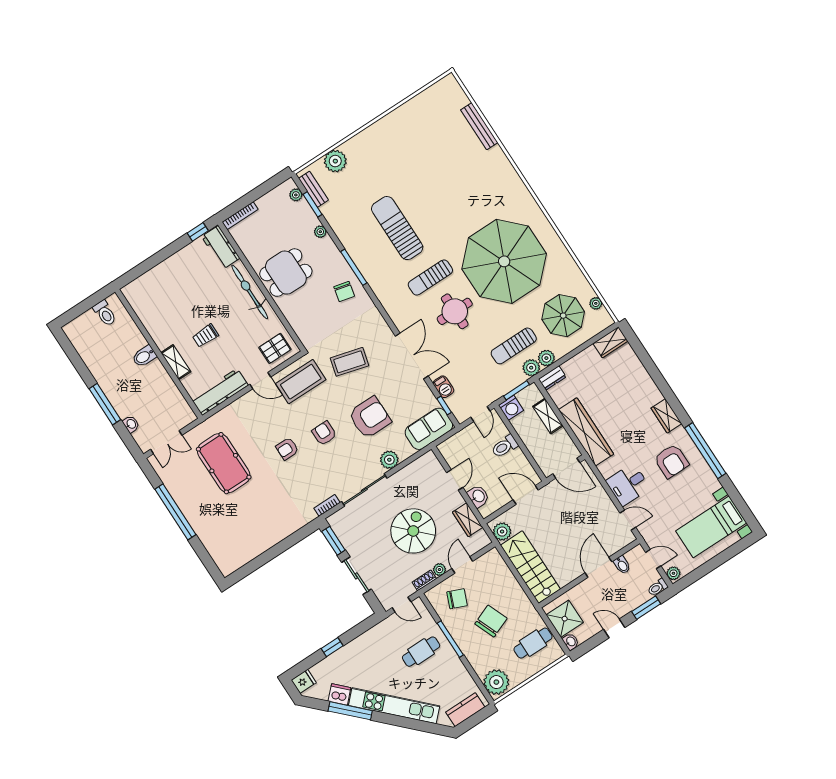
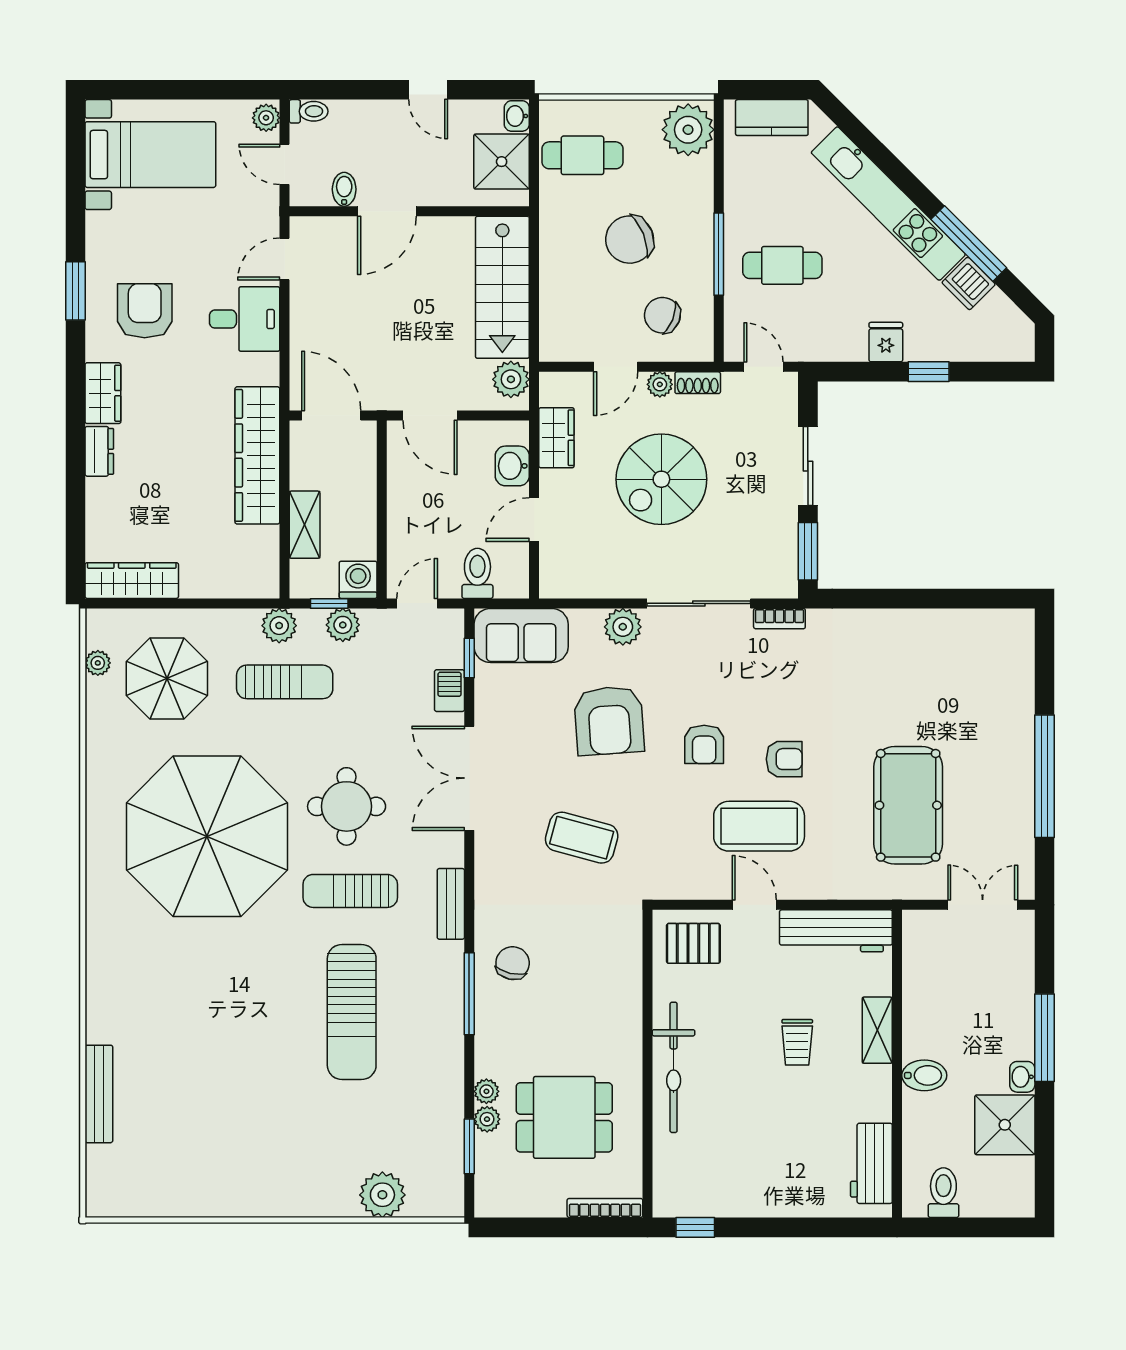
bench: (313, 189) -> (451, 904), moved
plant: (296, 195) -> (487, 1119), moved
workbench: (221, 247) -> (871, 1163), moved, turned 180
dining table: (286, 273) -> (564, 1117), moved
sun lounger: (430, 278) -> (350, 891), turned 180
trolley: (206, 336) -> (797, 1042), turned 90
wardrobe: (610, 342) -> (132, 581), width x1.50
shower: (98, 358) -> (1005, 1125), added
plant: (546, 358) -> (343, 625), moved
dresser: (552, 378) -> (99, 451), moved, turned 90
coffee table: (301, 382) -> (759, 826), moved
window: (516, 390) -> (329, 603), width x0.67
armchair: (370, 417) -> (609, 720), turned -94
washbasin: (131, 424) -> (1022, 1077), moved
toilet: (505, 446) -> (477, 573), moved, turned -90
window: (705, 451) -> (75, 291), width x0.47
door: (628, 520) -> (285, 259), hinge flipped
window: (646, 608) -> (351, 90), removed
fridge: (304, 681) -> (886, 342), moved, turned 90

